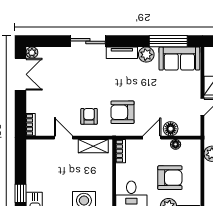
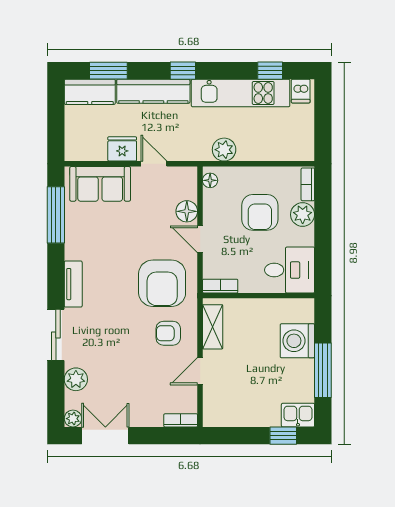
plant: (146, 55) -> (76, 379), moved
sofa: (179, 59) -> (100, 184), moved, turned 90
armchair: (122, 112) -> (162, 283), width x1.36, depth x1.36
floor lamp: (176, 144) -> (210, 180), moved
armchair: (170, 178) -> (260, 212), turned 180

